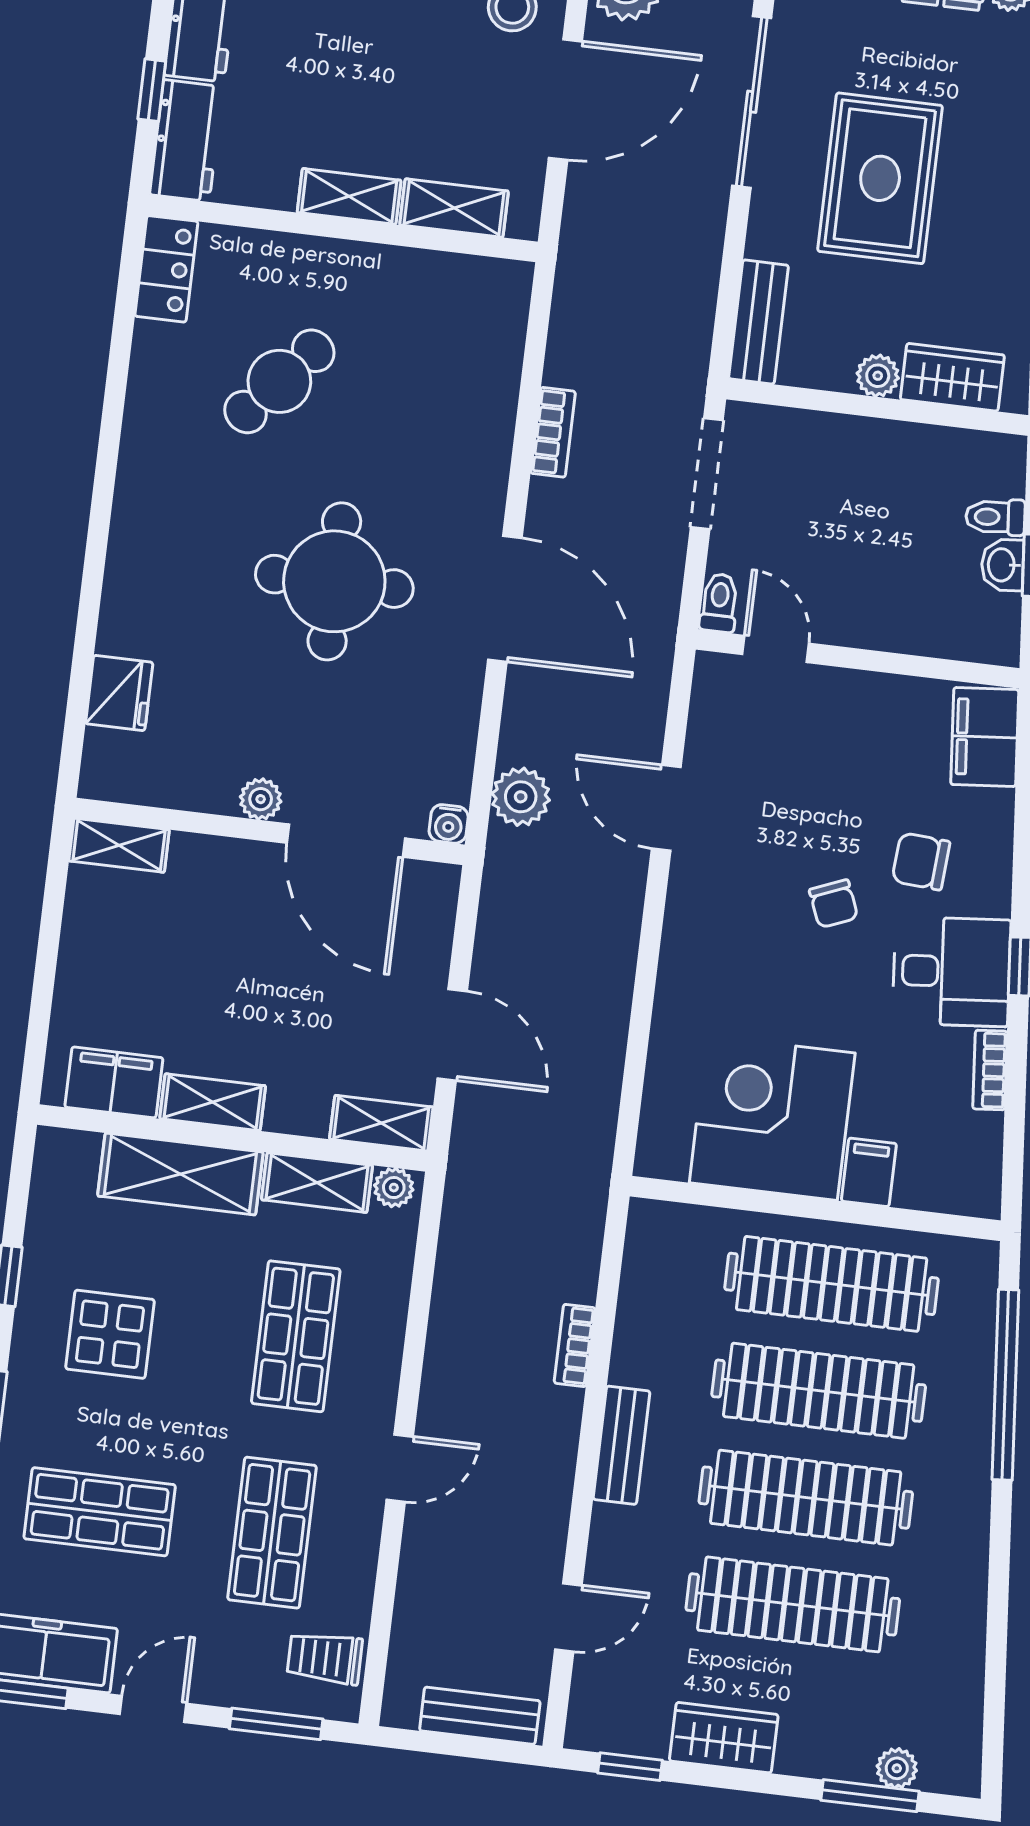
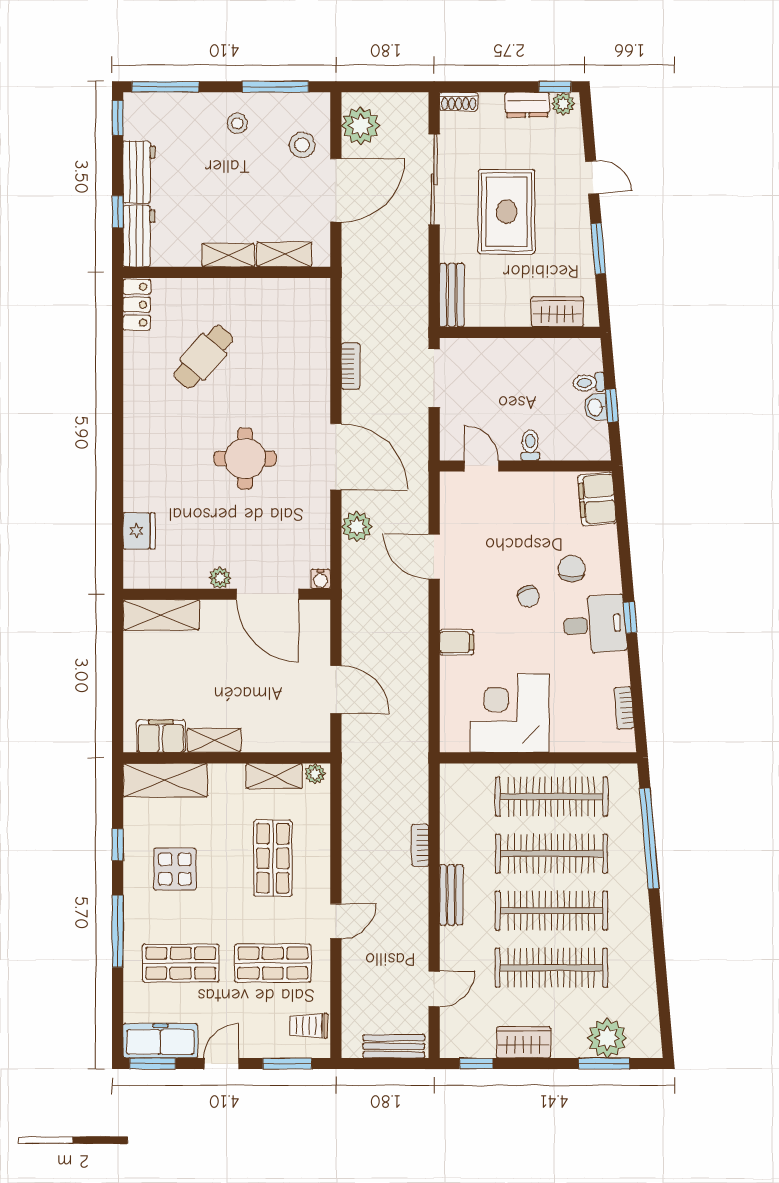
plant: (878, 376) -> (518, 316), removed
round table: (334, 581) -> (245, 459), width x0.73, depth x0.73
toilet: (719, 603) -> (530, 445), moved
plant: (521, 797) -> (357, 527), moved
shelving: (119, 845) -> (161, 615), width x1.50, depth x1.33
chair: (921, 861) -> (572, 569), turned 86
bookcase: (990, 1070) -> (624, 708), moved
shelving: (381, 1123) -> (304, 741), removed
filing cabinet: (869, 1172) -> (457, 642), moved, turned 90
shelving: (180, 1174) -> (165, 780), moved
shop shelf: (272, 1533) -> (273, 963), turned 90
plant: (897, 1768) -> (607, 1038), width x1.88, depth x1.88

